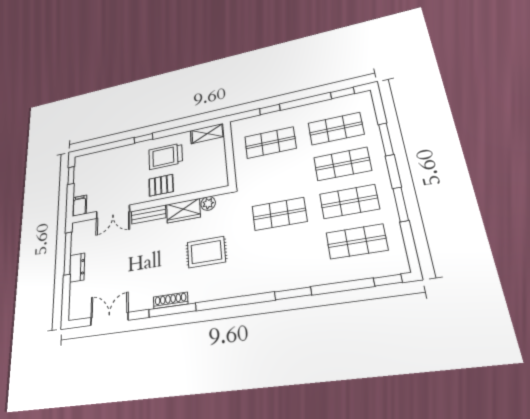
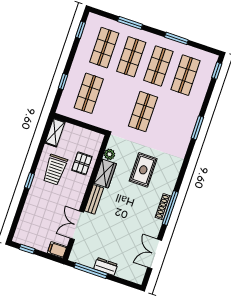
pallet: (161, 185) -> (82, 163), moved
double door: (113, 212) -> (77, 225), swing flipped

